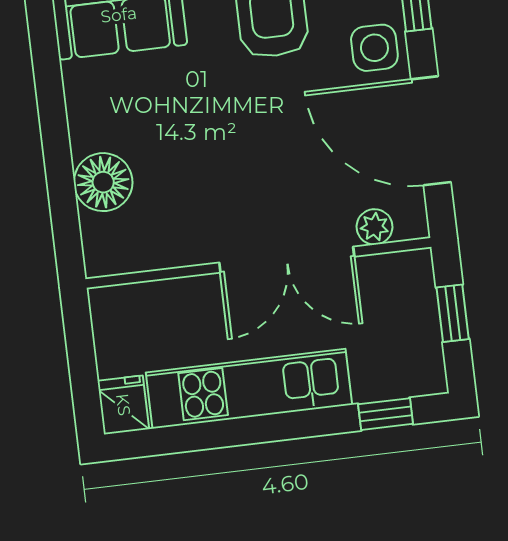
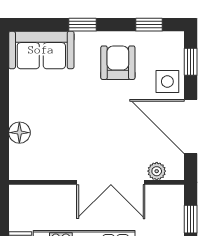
floor lamp: (103, 182) -> (19, 133), width x0.73, depth x0.73

